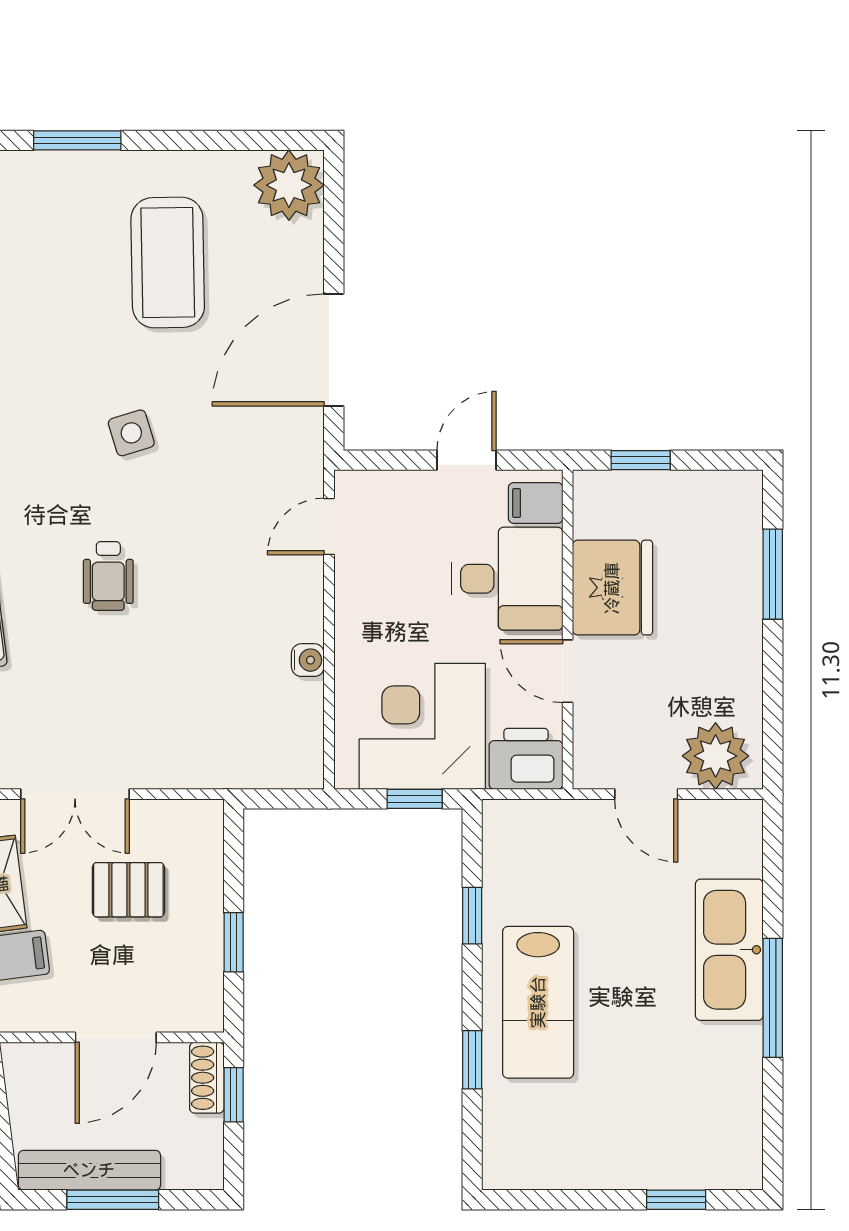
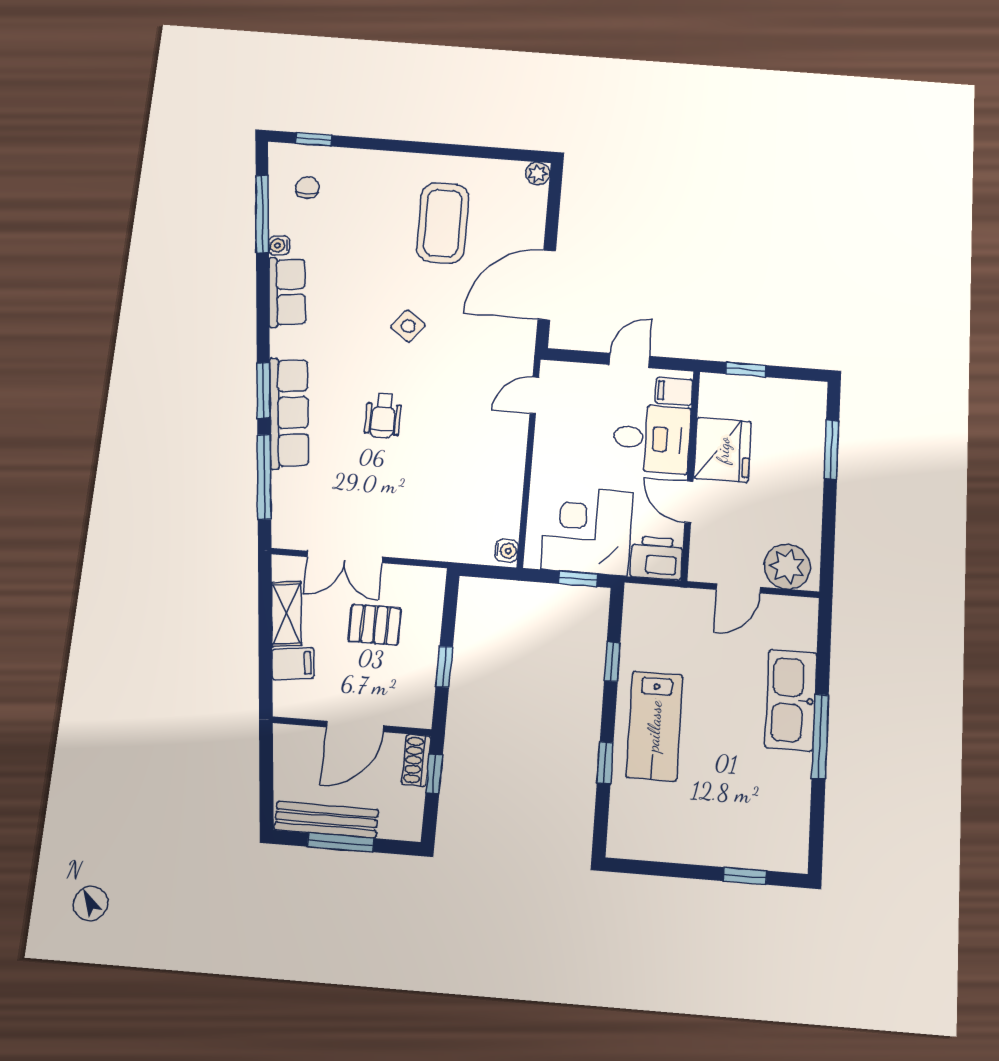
window: (77, 140) -> (392, 145), removed
plant: (289, 185) -> (538, 173), width x0.53, depth x0.53
side table: (131, 433) -> (408, 326), turned -36
water cooler: (308, 660) -> (507, 551), moved
door: (646, 794) -> (738, 588), hinge flipped

